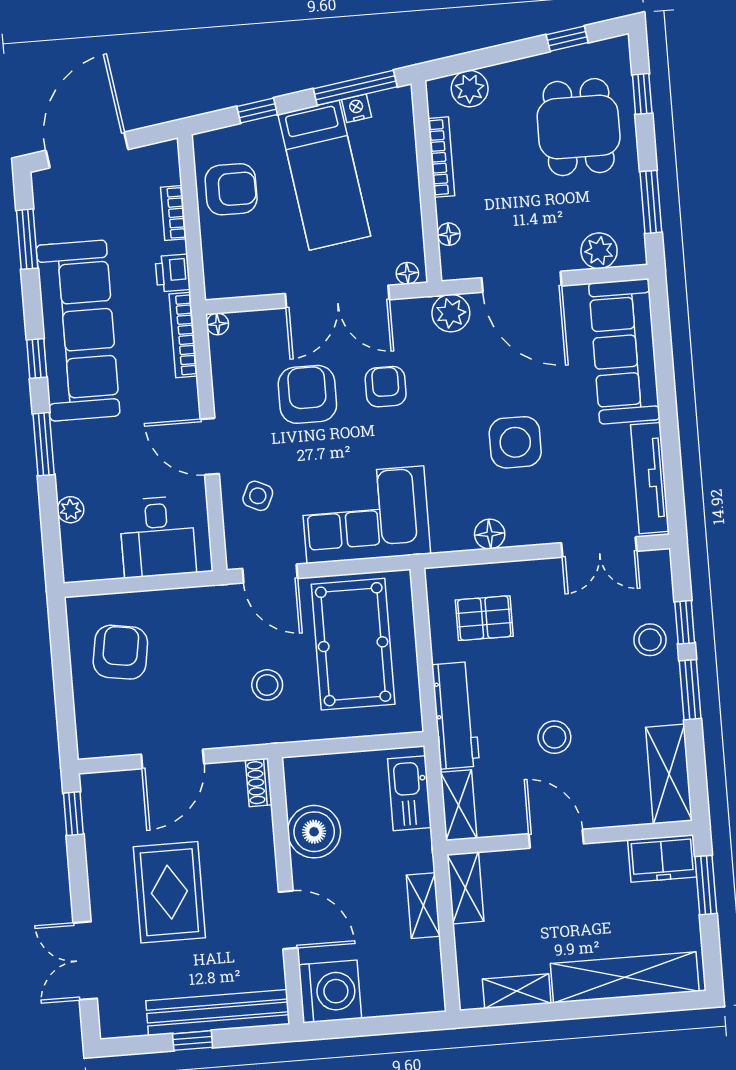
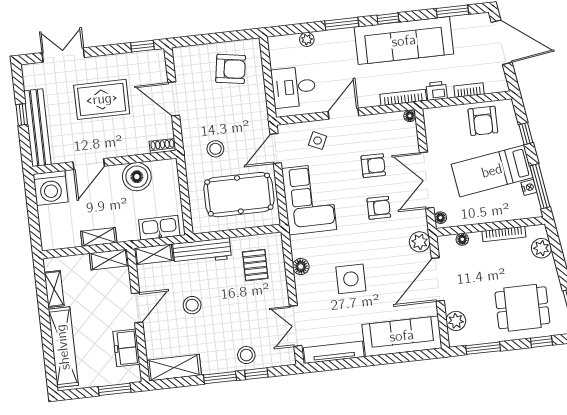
armchair: (307, 394) -> (373, 166), width x0.72, depth x0.72
freezer: (662, 858) -> (126, 348), moved

